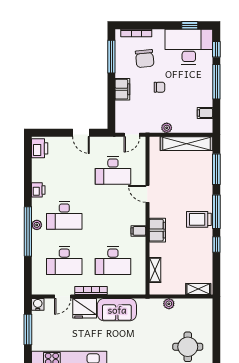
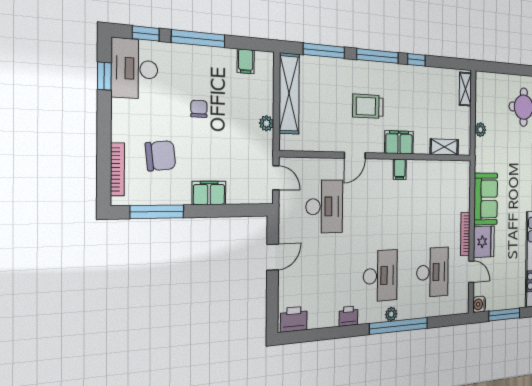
desk: (189, 47) -> (135, 69), width x0.73, depth x0.77
chair: (159, 87) -> (199, 109), moved
trolley: (199, 219) -> (368, 106), moved, turned 90
desk: (113, 261) -> (433, 205), removed

